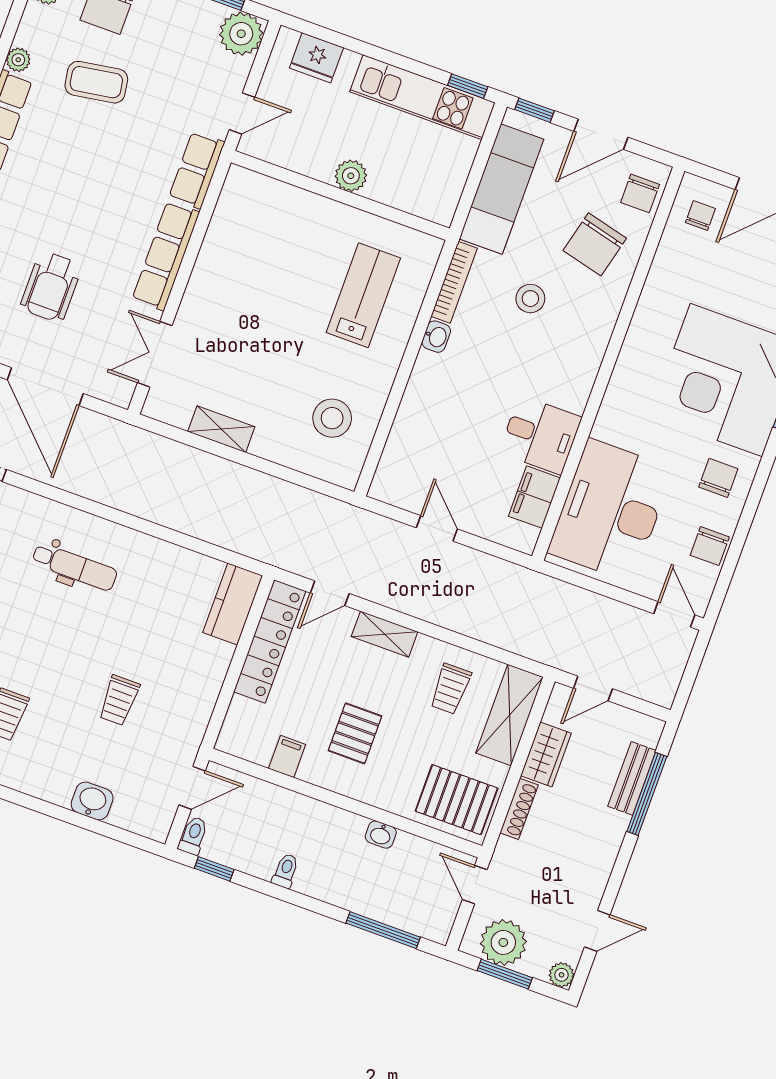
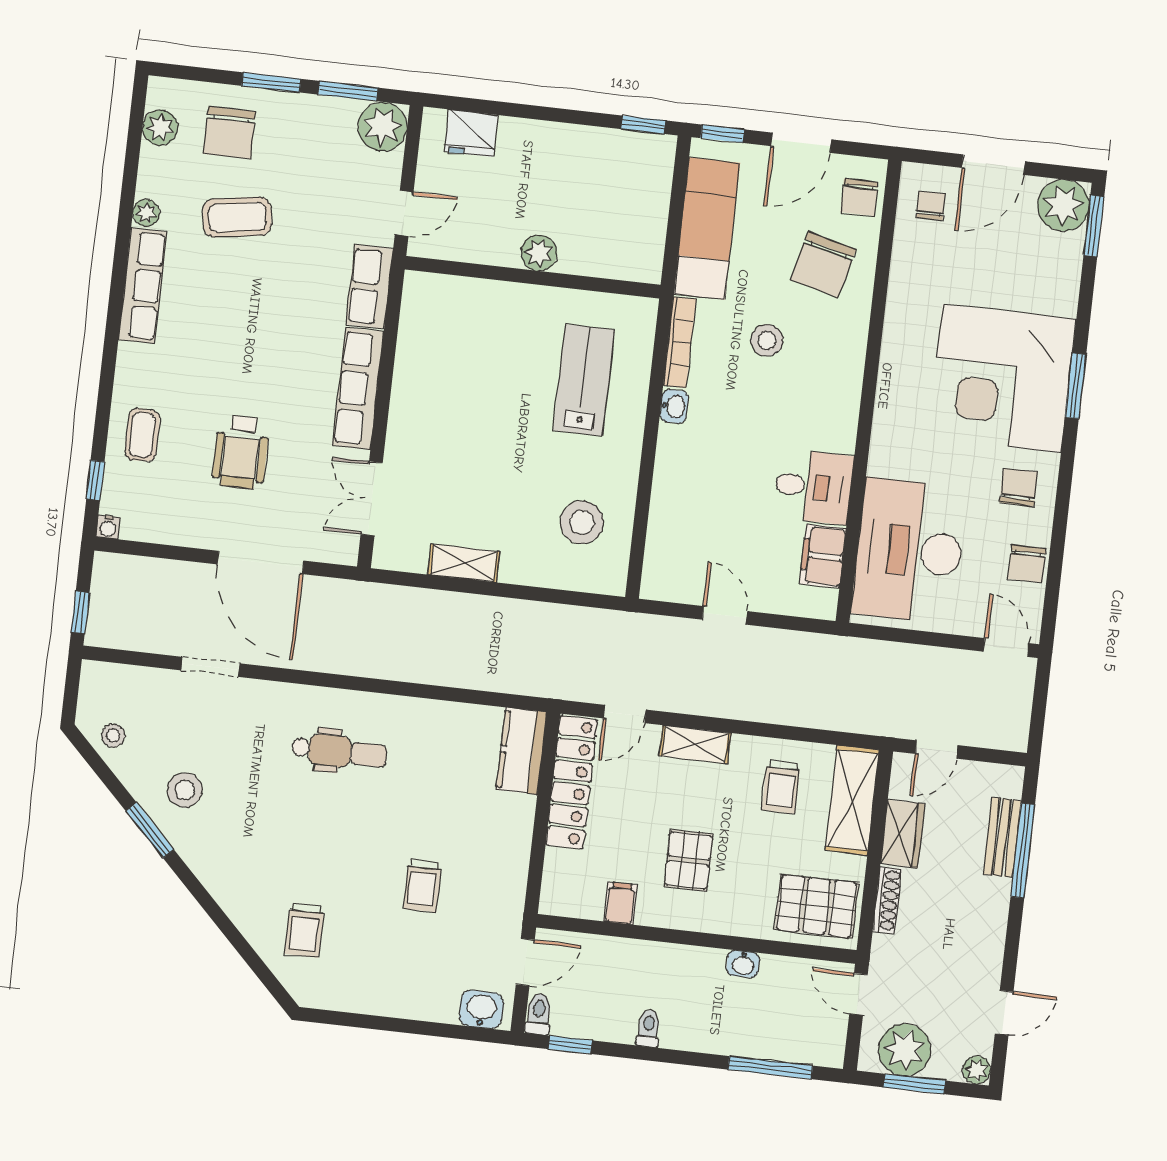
kitchen unit: (422, 97) -> (597, 149), removed
washbasin: (92, 801) -> (481, 1009), moved

